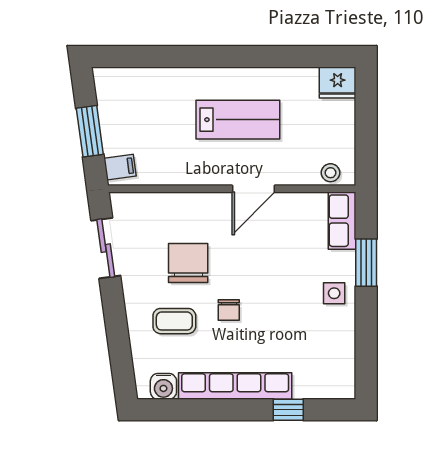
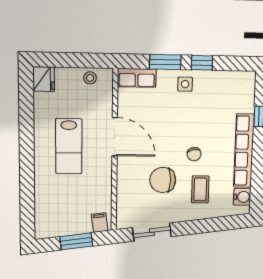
lab bench: (238, 120) -> (69, 146), turned 180
stool: (331, 173) -> (90, 78), moved
door: (253, 189) -> (115, 137), width x1.36
chair: (229, 310) -> (194, 154), turned 77
window: (366, 318) -> (202, 63), added

